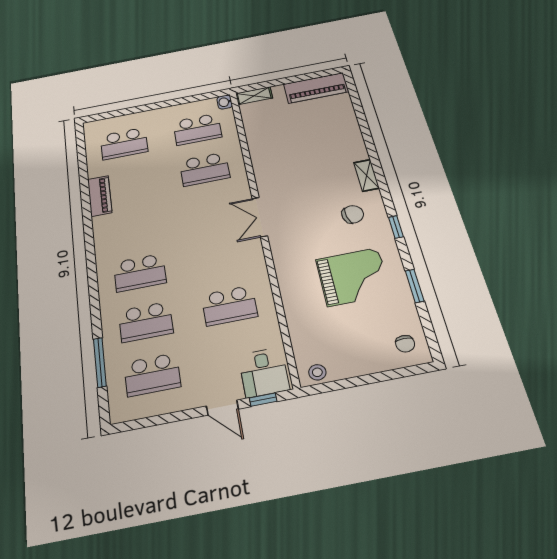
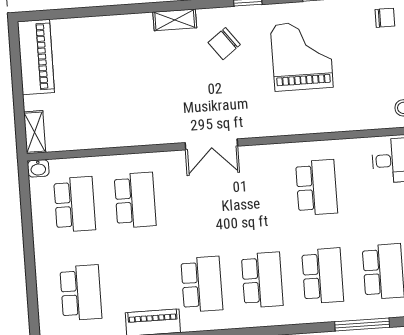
chair: (353, 214) -> (224, 44), turned -116
school desk: (134, 227) -> (202, 284), added

